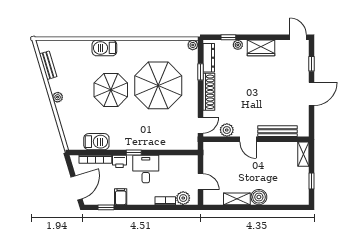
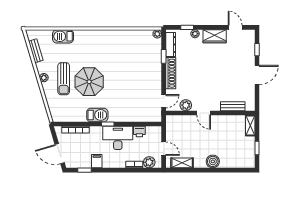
door: (298, 37) -> (235, 27), moved
barbecue: (104, 48) -> (63, 36), moved
parasol: (158, 85) -> (128, 68), removed
parasol: (111, 90) -> (89, 82), moved
sun lounger: (81, 98) -> (64, 79), added
bench: (278, 131) -> (233, 106), width x0.73
barbecue: (96, 142) -> (97, 115), moved
printer: (120, 161) -> (139, 131), moved
desk: (146, 169) -> (118, 138), width x1.37
door: (77, 188) -> (60, 154), swing flipped
shelving: (237, 199) -> (182, 163), moved

